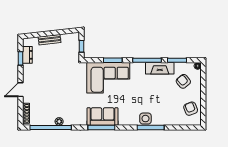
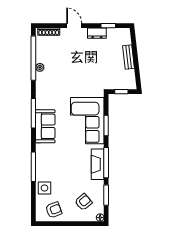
dresser: (27, 55) -> (97, 33), moved
fireplace: (160, 68) -> (98, 164), moved
sofa: (103, 116) -> (45, 126), moved
side table: (145, 119) -> (44, 188), moved

